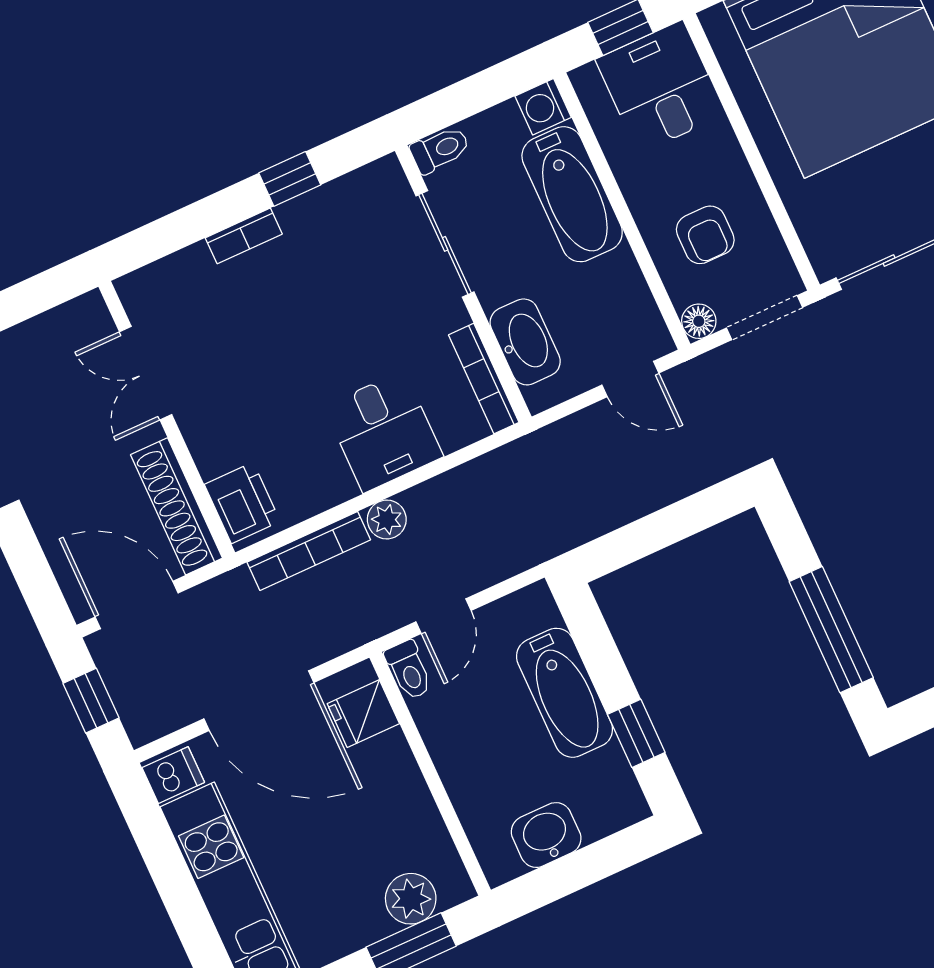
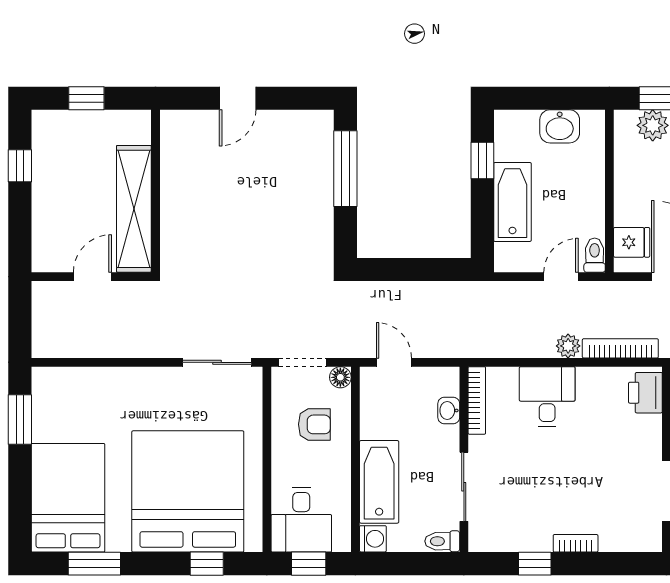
armchair: (705, 235) -> (314, 424), turned 90
washbasin: (525, 342) -> (449, 411), width x0.52, depth x0.69

